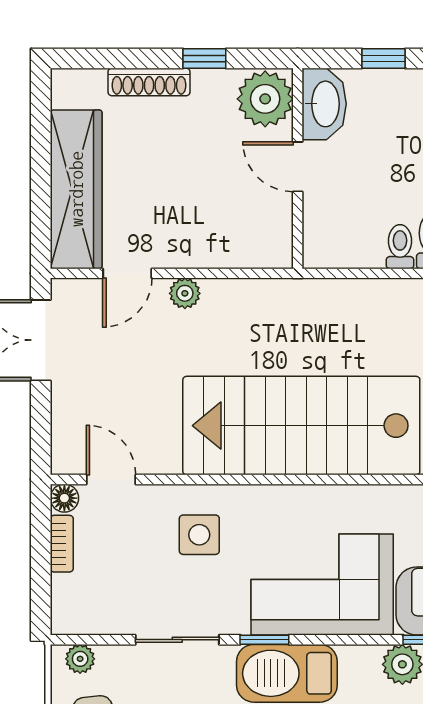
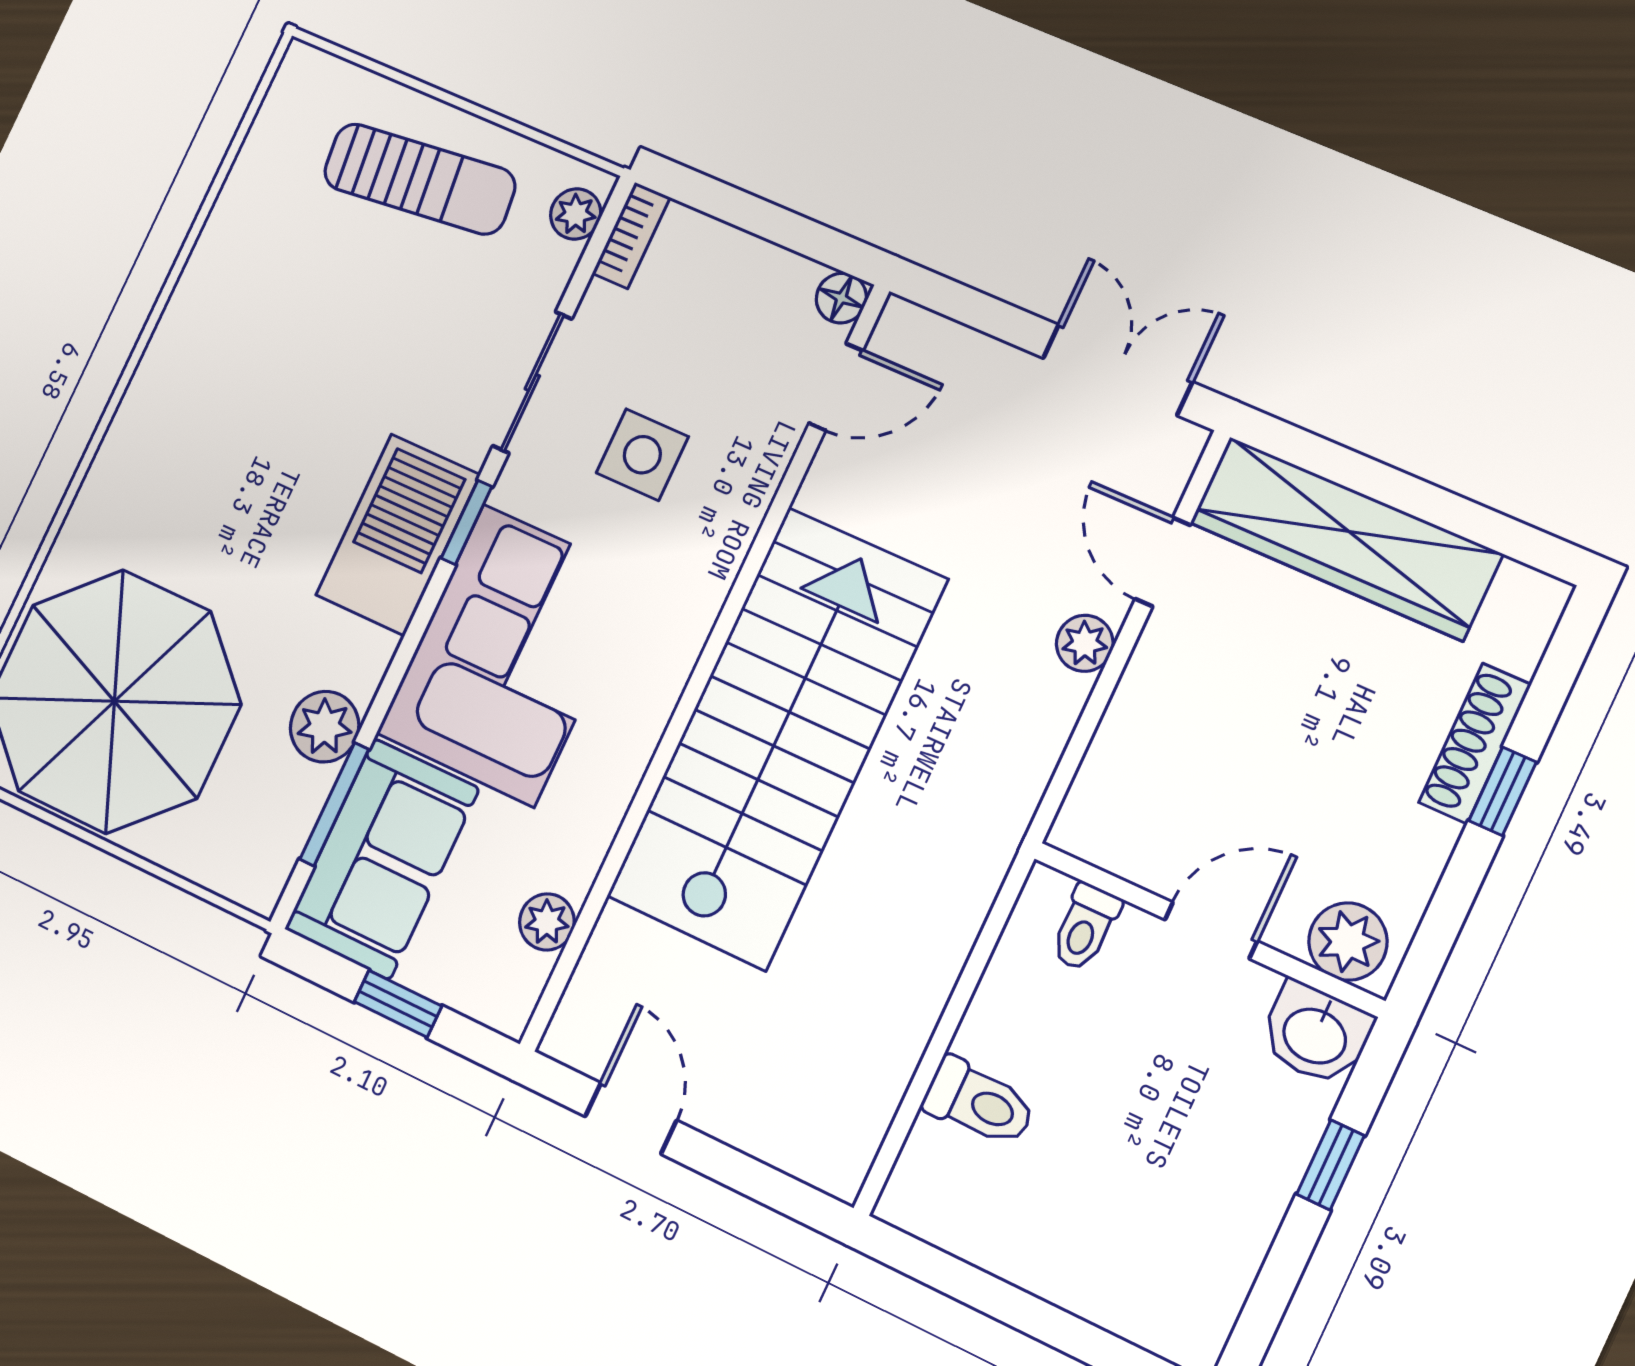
window: (204, 59) -> (1503, 791), moved
plant: (265, 99) -> (1348, 942), width x0.73, depth x0.73
washbasin: (324, 104) -> (1316, 1034), width x0.72
toilet: (400, 247) -> (1085, 927), moved, turned 90
side table: (199, 535) -> (642, 455), moved
bookcase: (62, 544) -> (631, 235), moved, turned -90

